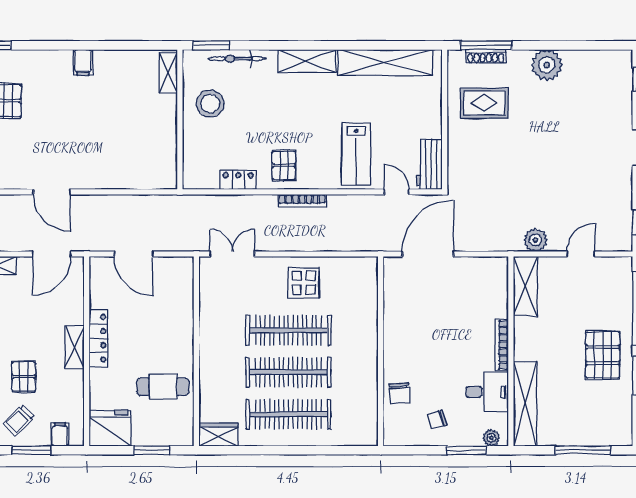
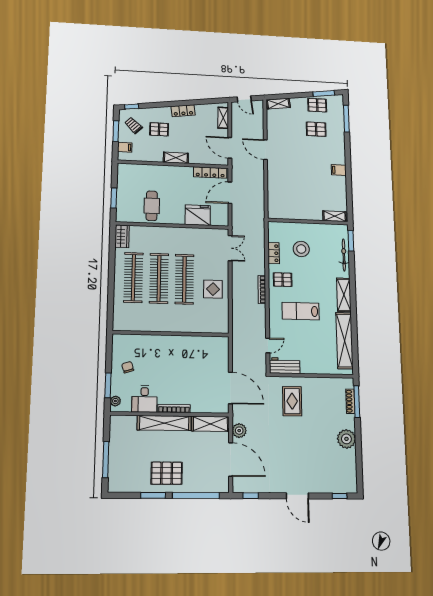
rug: (484, 103) -> (292, 401), moved
stool: (210, 104) -> (301, 249), moved
lab bench: (356, 154) -> (301, 311), moved
door: (52, 192) -> (265, 150), hinge flipped
door: (428, 254) -> (230, 388), moved
door: (581, 254) -> (231, 459), width x1.88
locker: (99, 338) -> (210, 172), moved
chair: (399, 393) -> (145, 344), removed
shelving: (525, 404) -> (164, 423), moved
fridge: (110, 428) -> (198, 215), moved, turned -90

